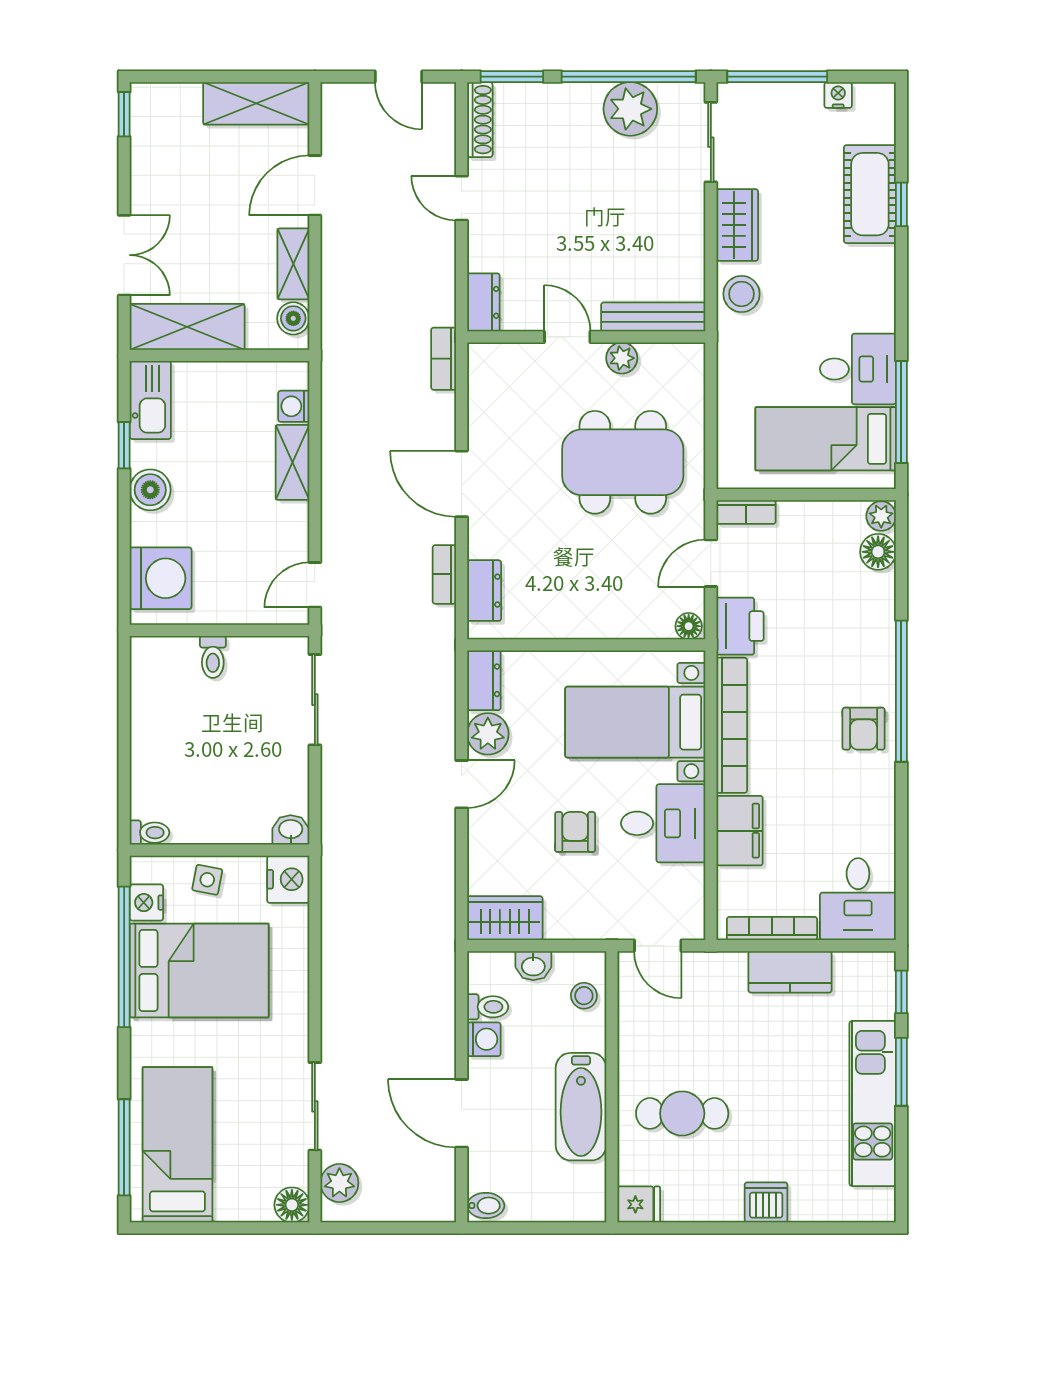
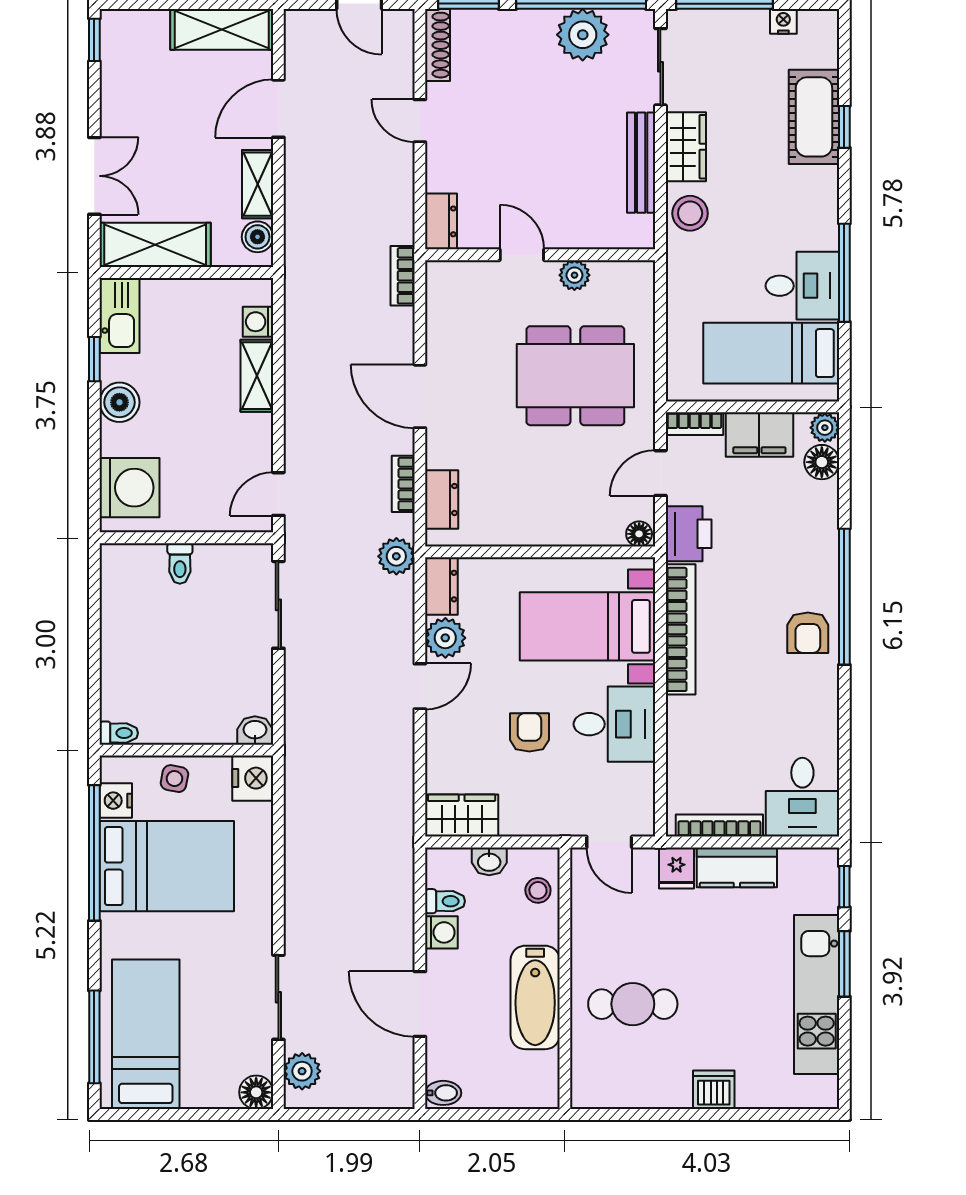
bench: (653, 317) -> (641, 163), moved, turned 90
window: (901, 412) -> (844, 273), moved
plant: (437, 649) -> (396, 556), added
filing cabinet: (740, 831) -> (759, 435), moved, turned 90
fridge: (639, 1204) -> (677, 868), moved, turned 90

